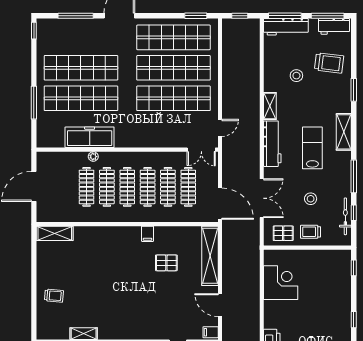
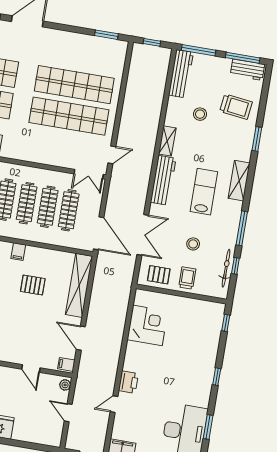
workbench: (286, 27) -> (181, 74), moved, turned -90
shop shelf: (173, 37) -> (80, 53), removed
trolley: (311, 232) -> (187, 278), turned 90

